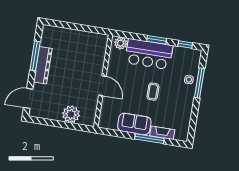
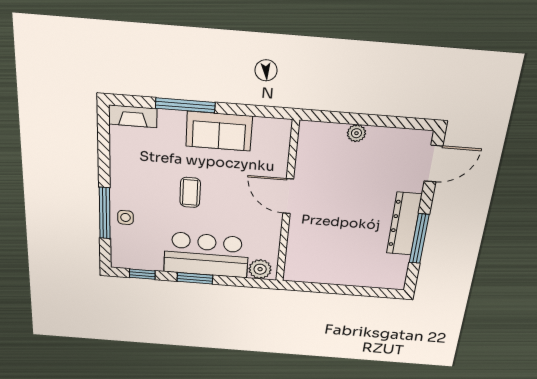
plant: (71, 114) -> (356, 133), width x0.53, depth x0.53
fireplace: (162, 133) -> (133, 116), moved

